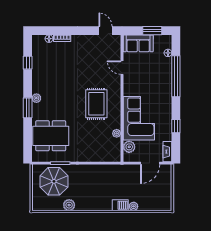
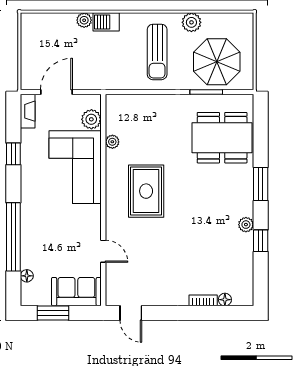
window: (28, 63) -> (261, 241), moved
plant: (36, 98) -> (246, 225), moved
sun lounger: (90, 187) -> (157, 52), added

